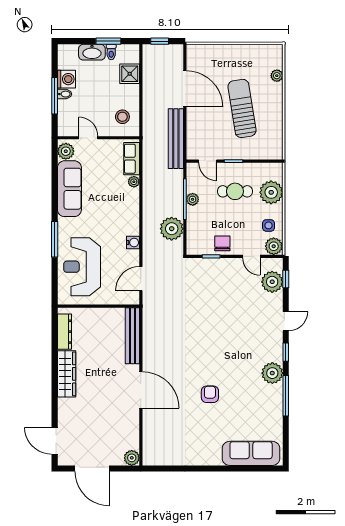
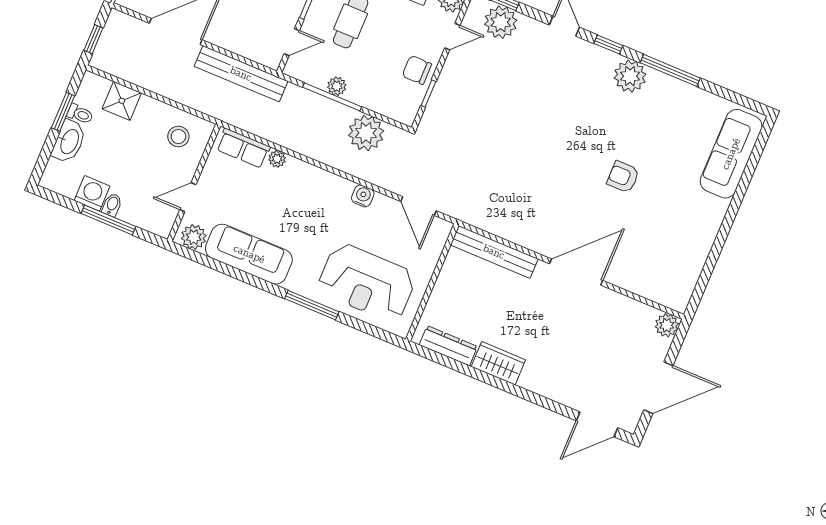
wardrobe: (67, 374) -> (498, 363), width x0.67

